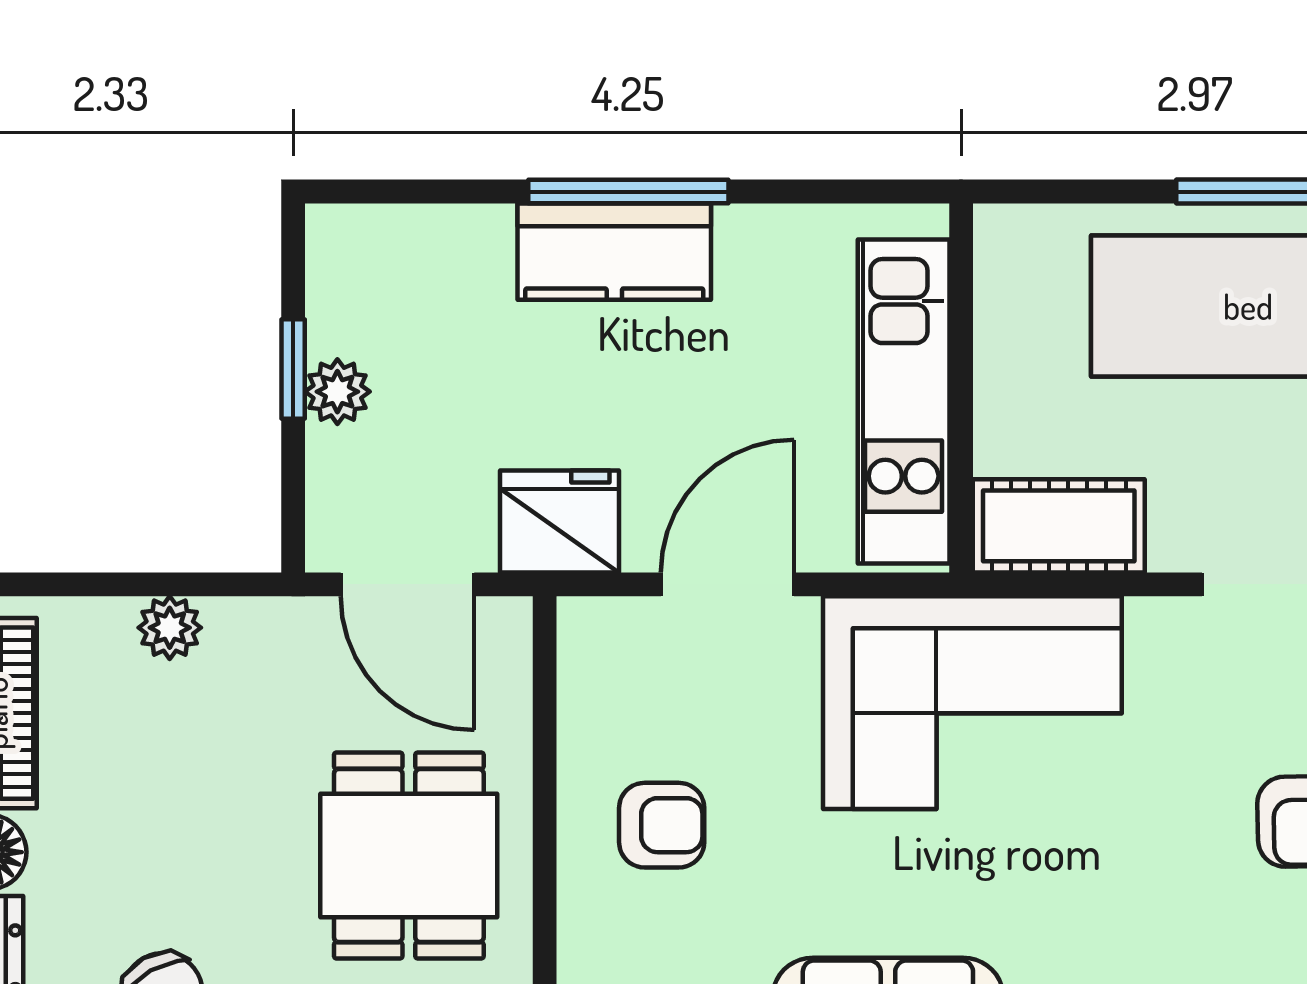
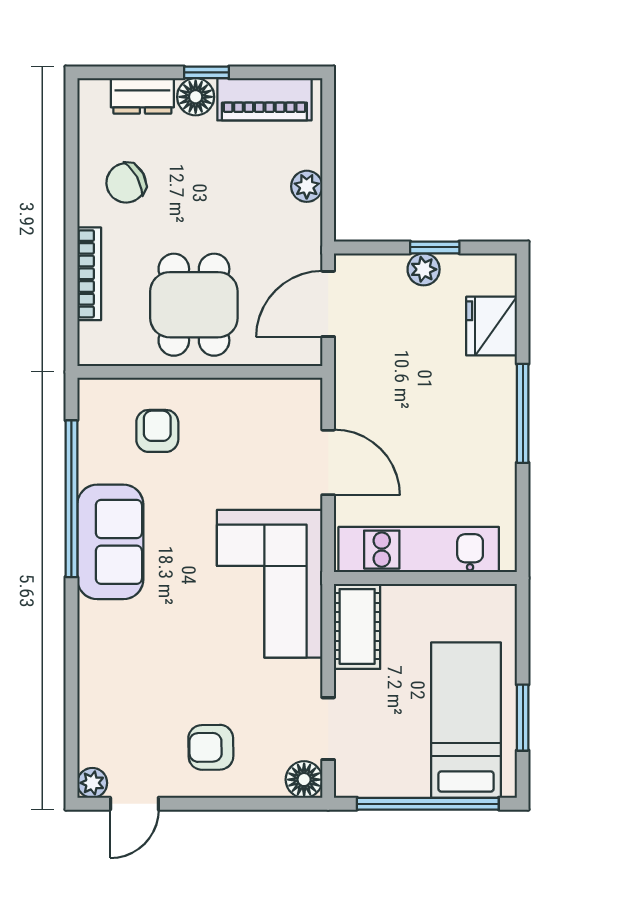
kitchen counter: (614, 252) -> (493, 406), removed
fridge: (560, 521) -> (491, 326), moved, turned 180
armchair: (662, 825) -> (157, 431), moved, turned 180
dining table: (409, 855) -> (194, 305), turned 90

